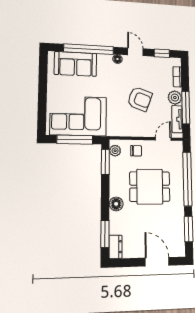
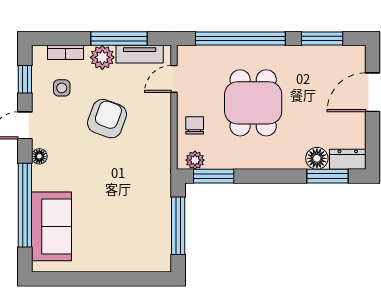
side table: (157, 74) -> (62, 88), added
corner sofa: (78, 116) -> (139, 221), removed
door: (163, 139) -> (174, 79), hinge flipped
floor lamp: (116, 204) -> (317, 158), moved

